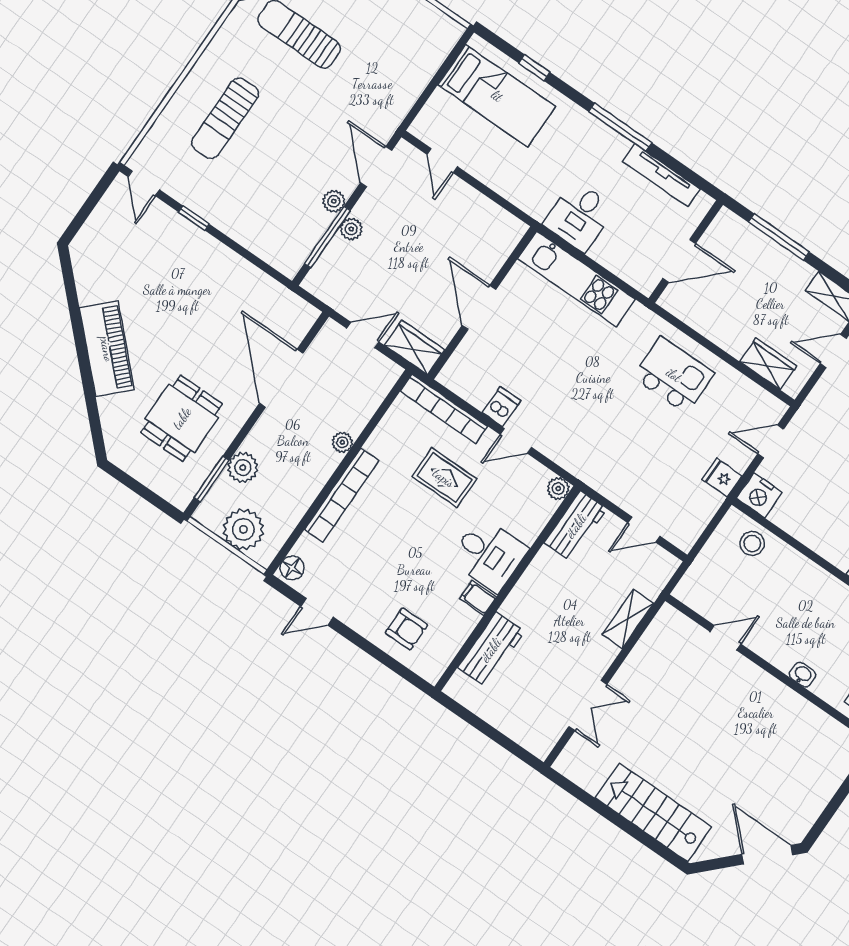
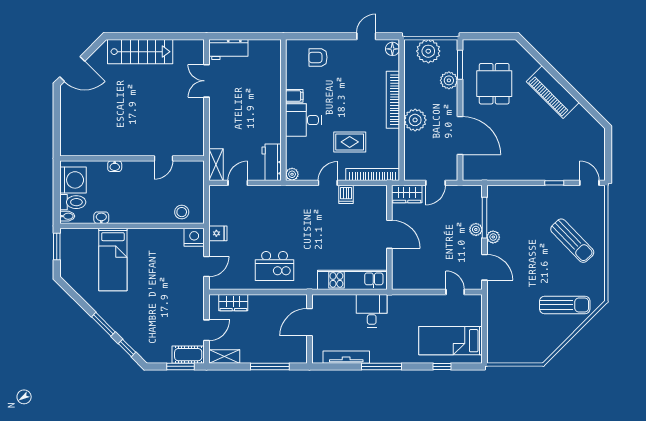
sun lounger: (225, 118) -> (572, 241), turned 136
plant: (342, 442) -> (415, 120), width x1.88, depth x1.88
shelving: (628, 619) -> (216, 165), moved
workbench: (491, 650) -> (228, 49), moved, turned -90

